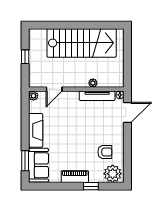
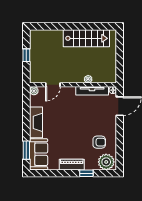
stairs: (82, 43) -> (86, 38), width x0.73, depth x0.66

